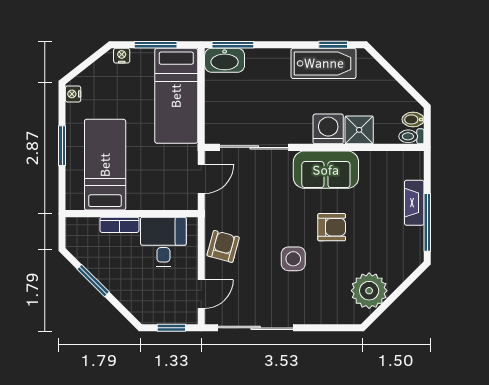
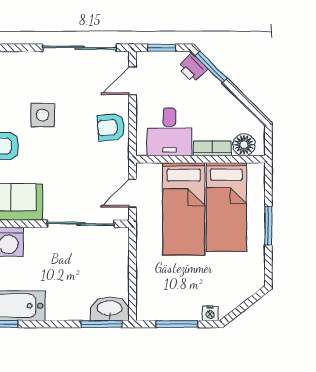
nightstand: (73, 94) -> (258, 276), removed
bed: (176, 96) -> (184, 209), moved, turned 180
floor lamp: (87, 228) -> (244, 145), added
armchair: (223, 246) -> (111, 127), turned 70
window: (93, 281) -> (211, 67), moved
printer: (140, 307) -> (193, 68), added

